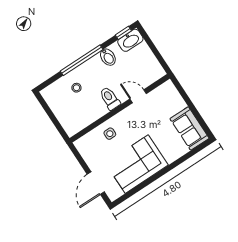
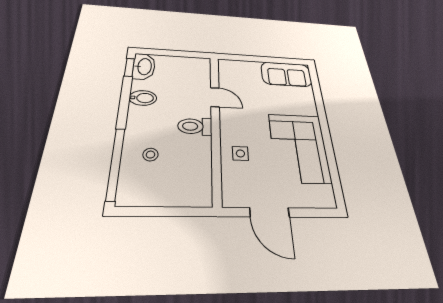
window: (82, 60) -> (116, 163), moved
door: (138, 96) -> (215, 97), swing flipped
door: (96, 183) -> (269, 212), moved

